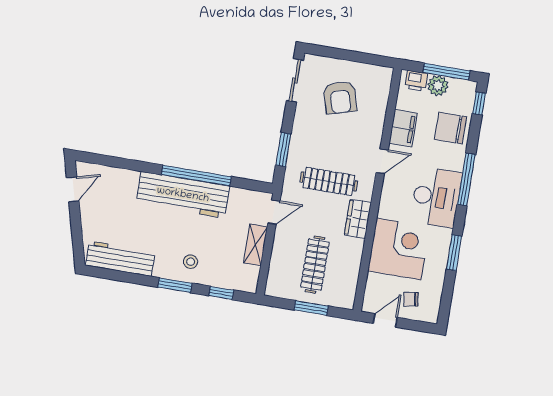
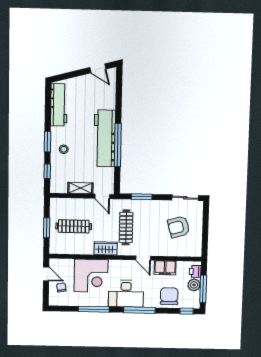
window: (454, 253) -> (94, 309), width x1.44

